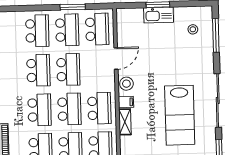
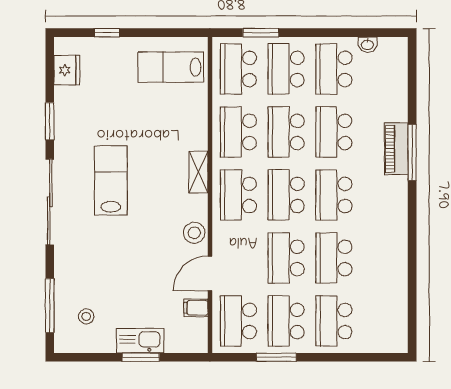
filing cabinet: (126, 102) -> (196, 308), moved
lab bench: (180, 115) -> (111, 180), width x0.73, depth x0.72

